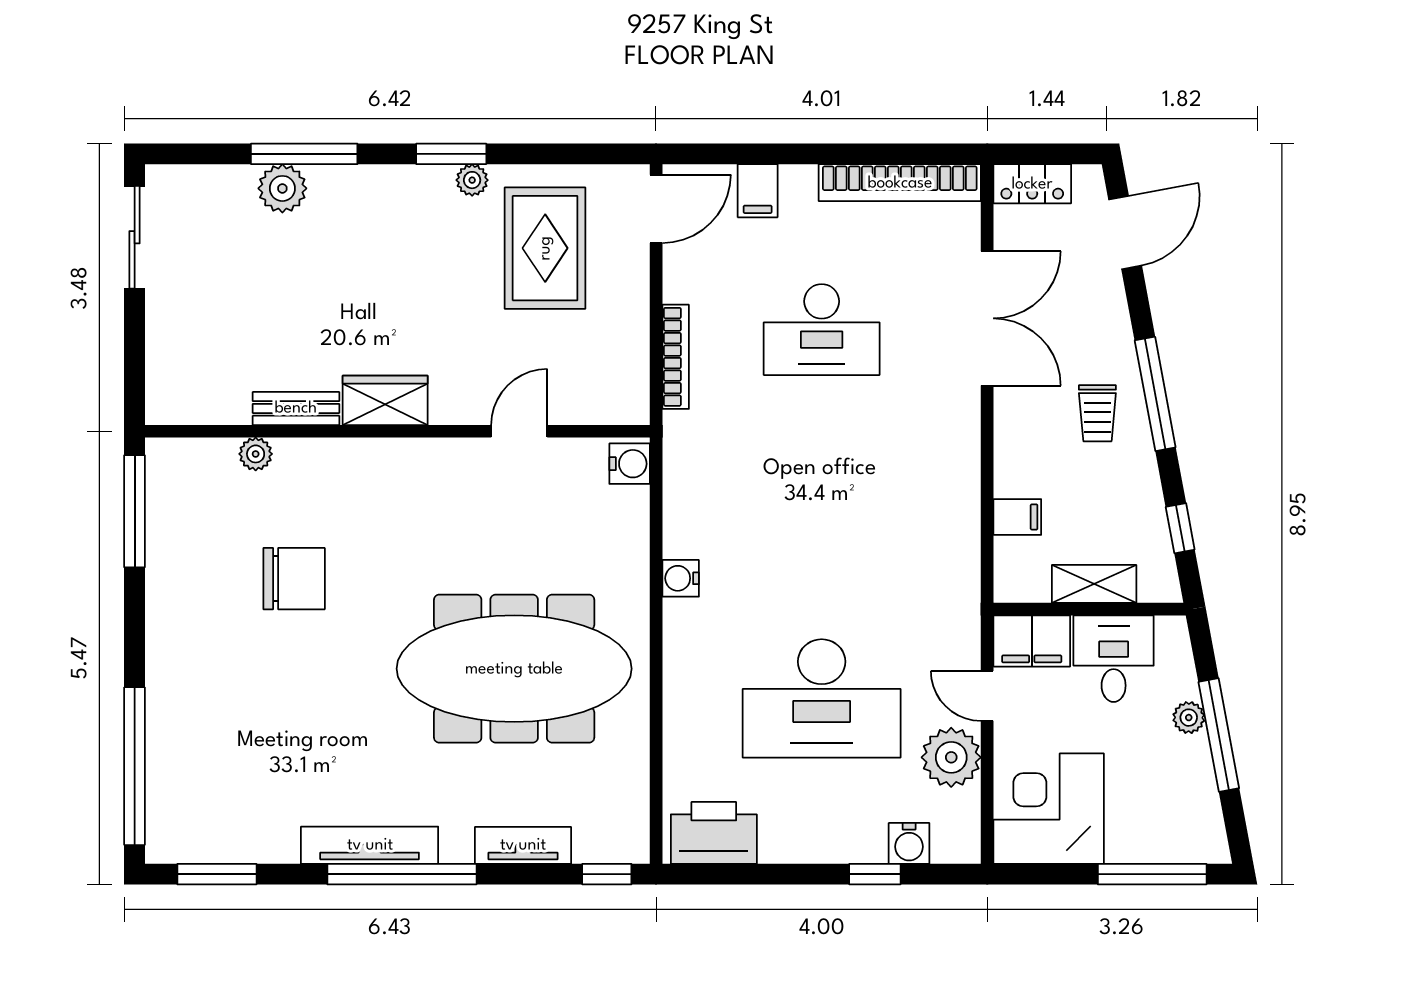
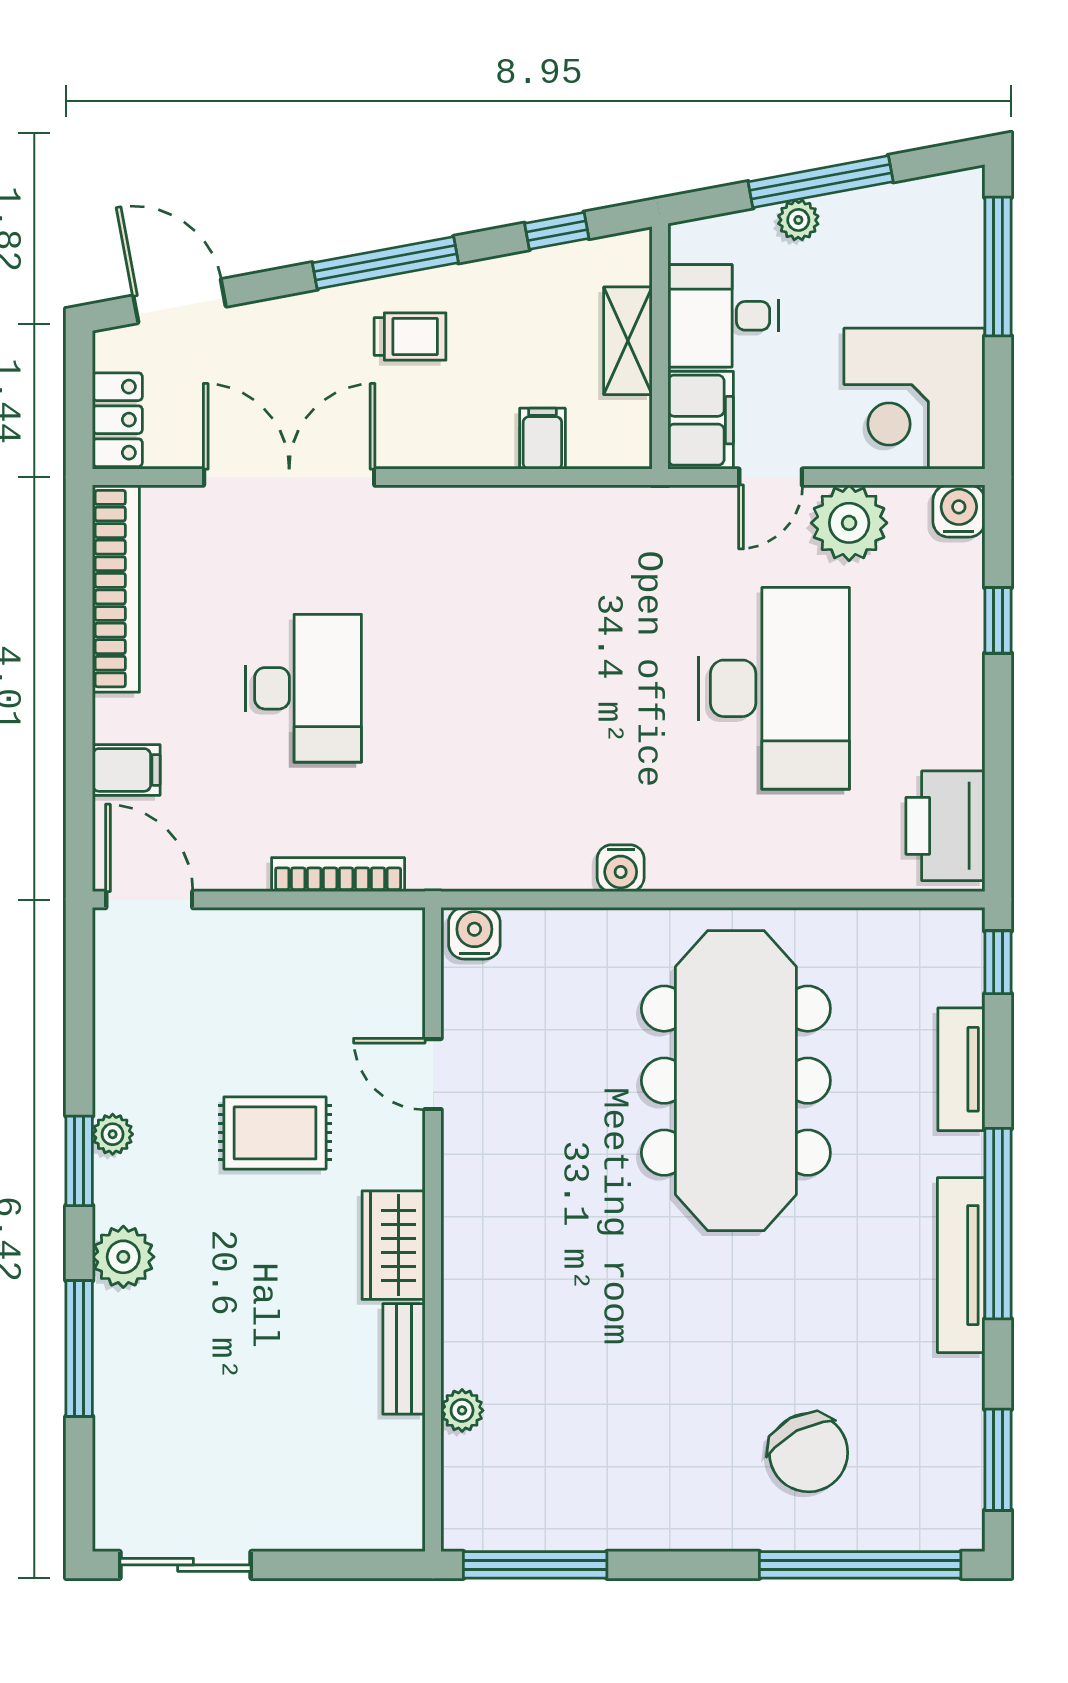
plant: (282, 188) -> (123, 1257), moved
rug: (545, 248) -> (275, 1133), moved, width x0.73, depth x0.70
chair: (294, 579) -> (808, 1453), moved, turned 152
water cooler: (909, 843) -> (959, 511), moved, turned -90

